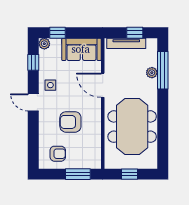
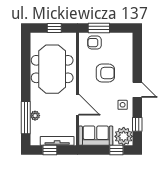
plant: (44, 44) -> (124, 136), width x1.87, depth x1.87
armchair: (58, 154) -> (95, 43), moved

